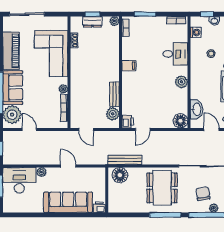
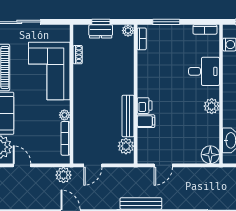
filing cabinet: (129, 66) -> (146, 121), moved
bench: (114, 94) -> (128, 116), width x1.36
printer: (128, 122) -> (145, 106), moved
door: (86, 129) -> (93, 165), hinge flipped
plant: (63, 137) -> (63, 175), added

